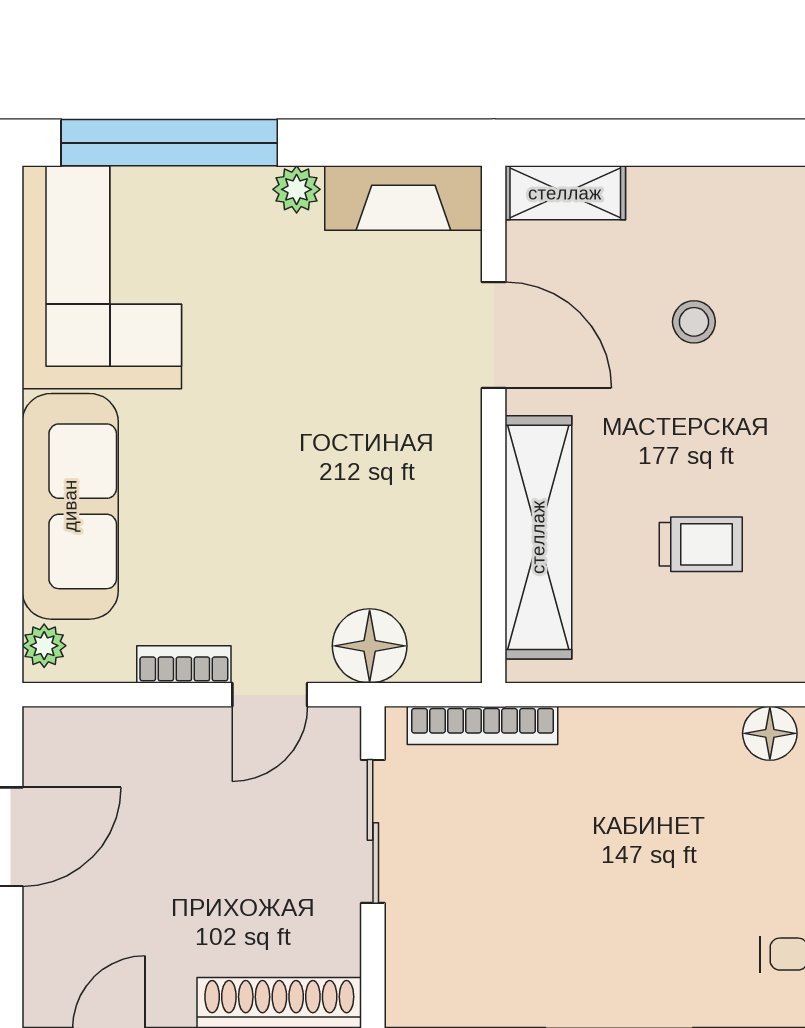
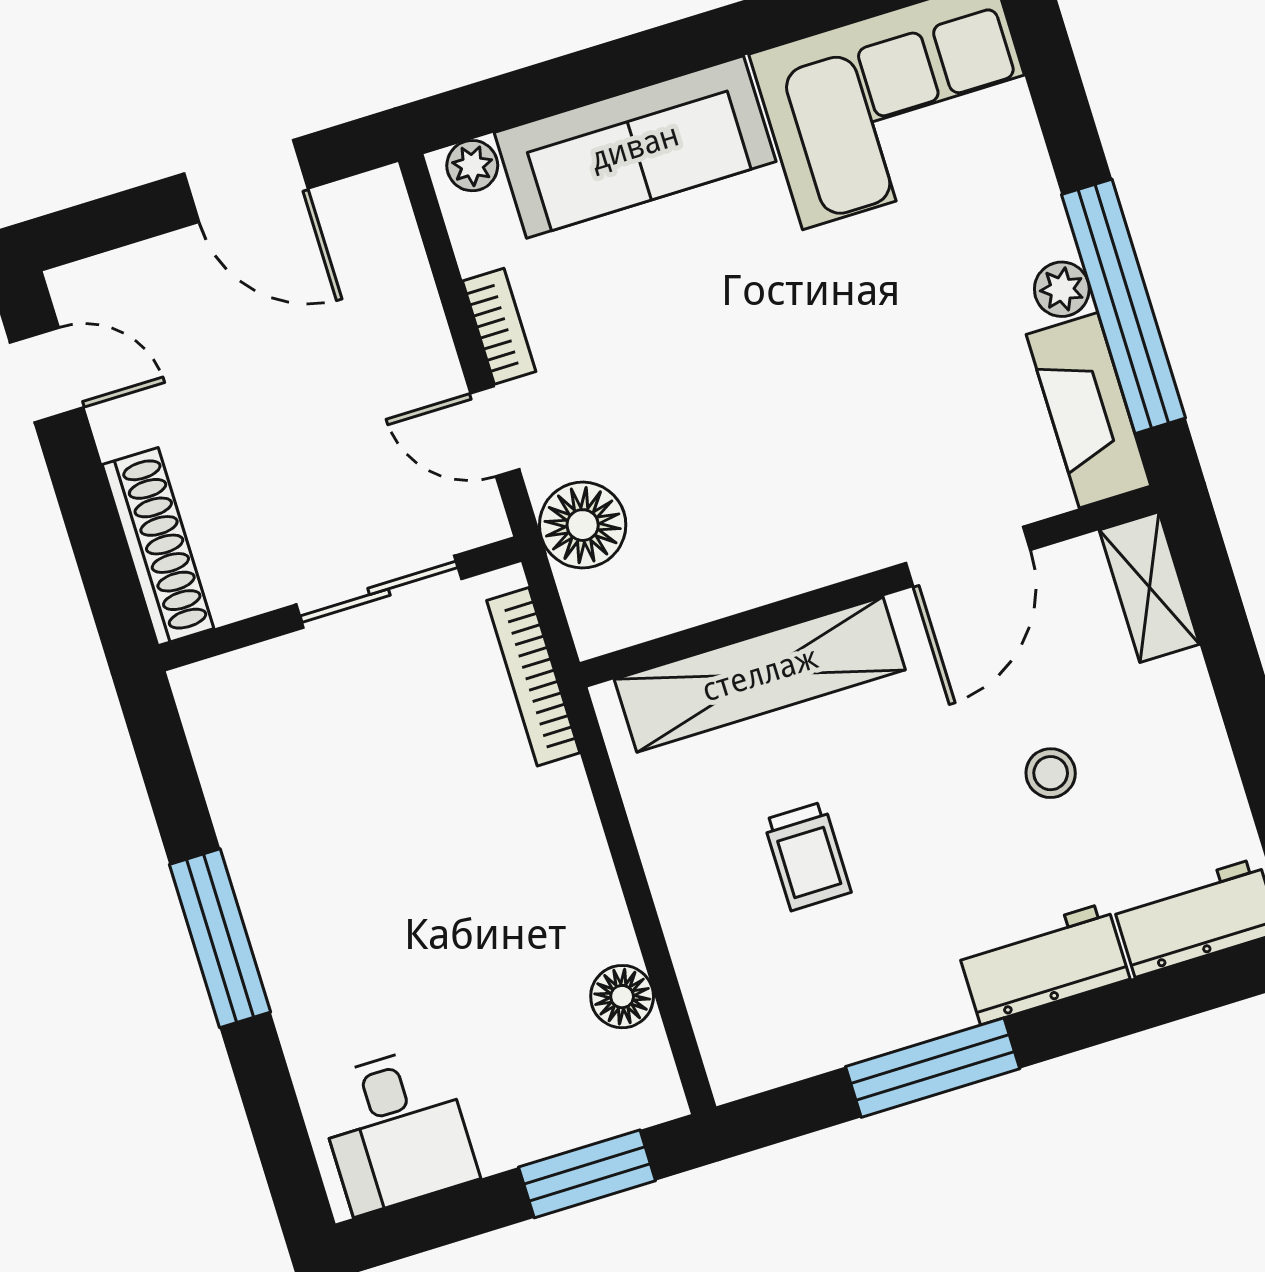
window: (169, 143) -> (1123, 306), moved

